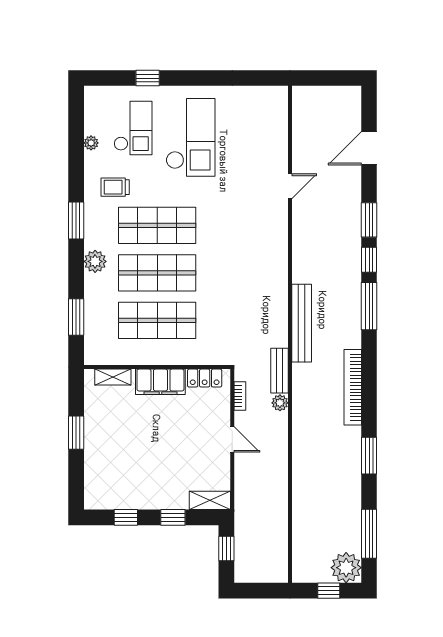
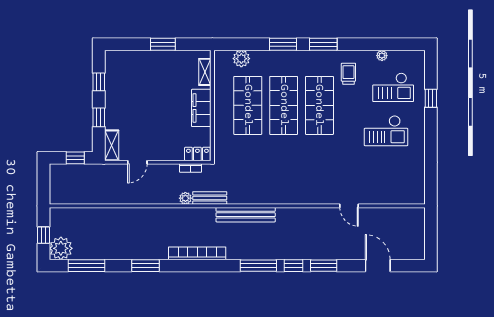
checkout: (190, 137) -> (386, 131), width x0.73, depth x0.83
plant: (95, 261) -> (241, 59), moved
window: (76, 317) -> (283, 44), moved
locker: (205, 378) -> (197, 154), moved, turned 90
door: (232, 439) -> (137, 162), moved

